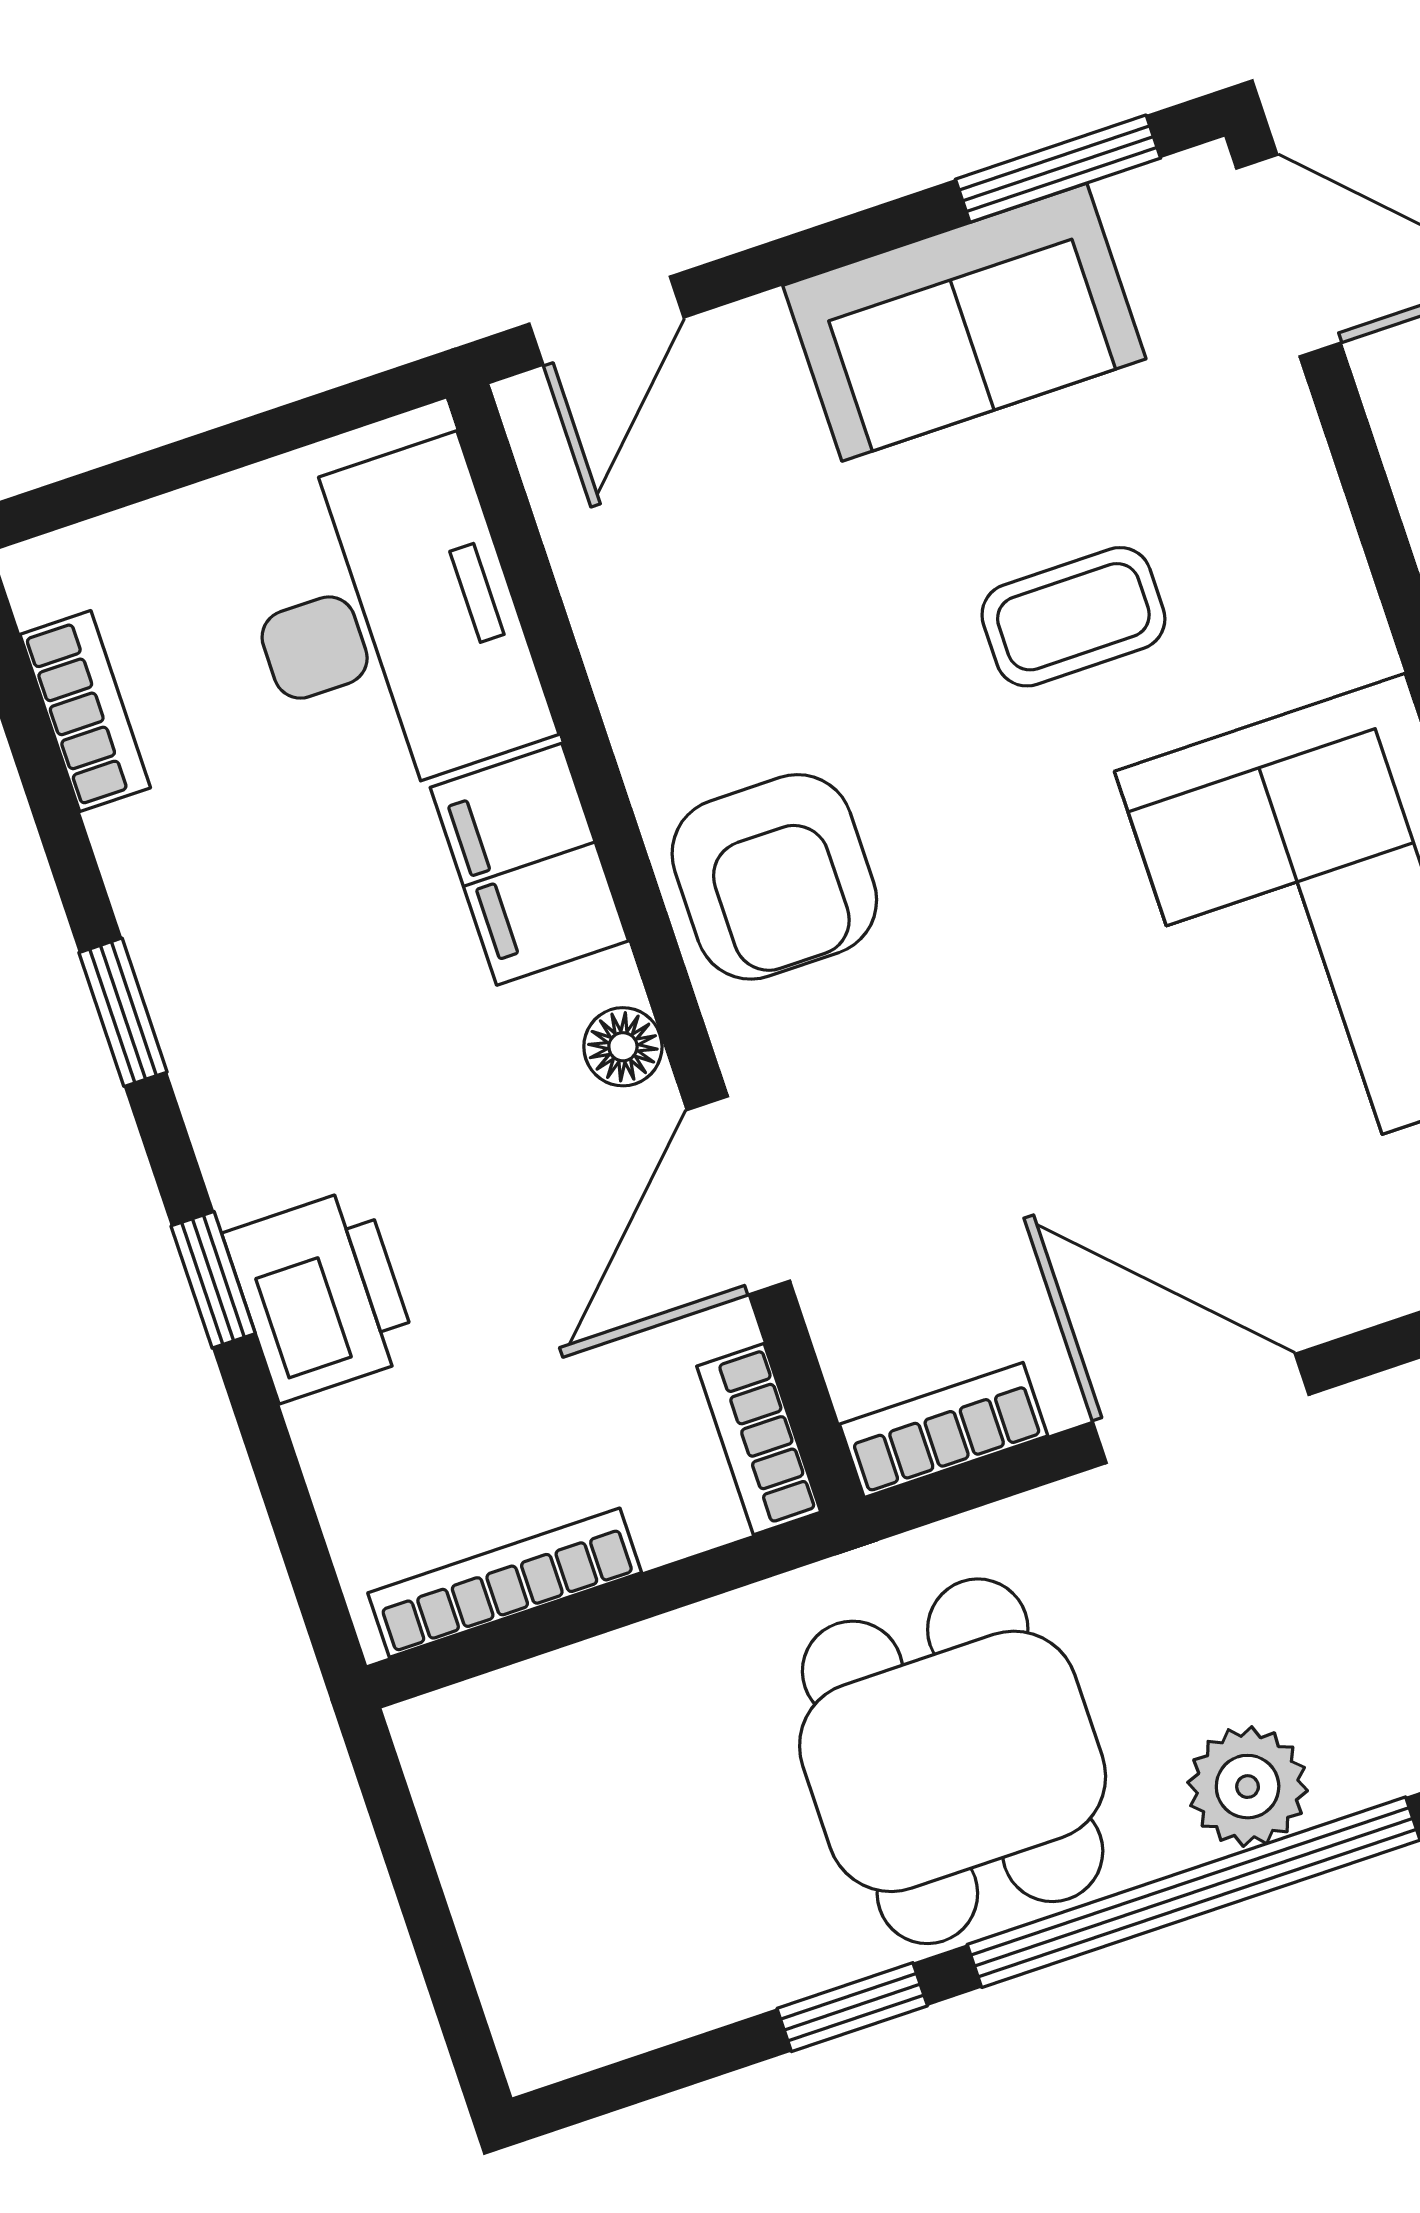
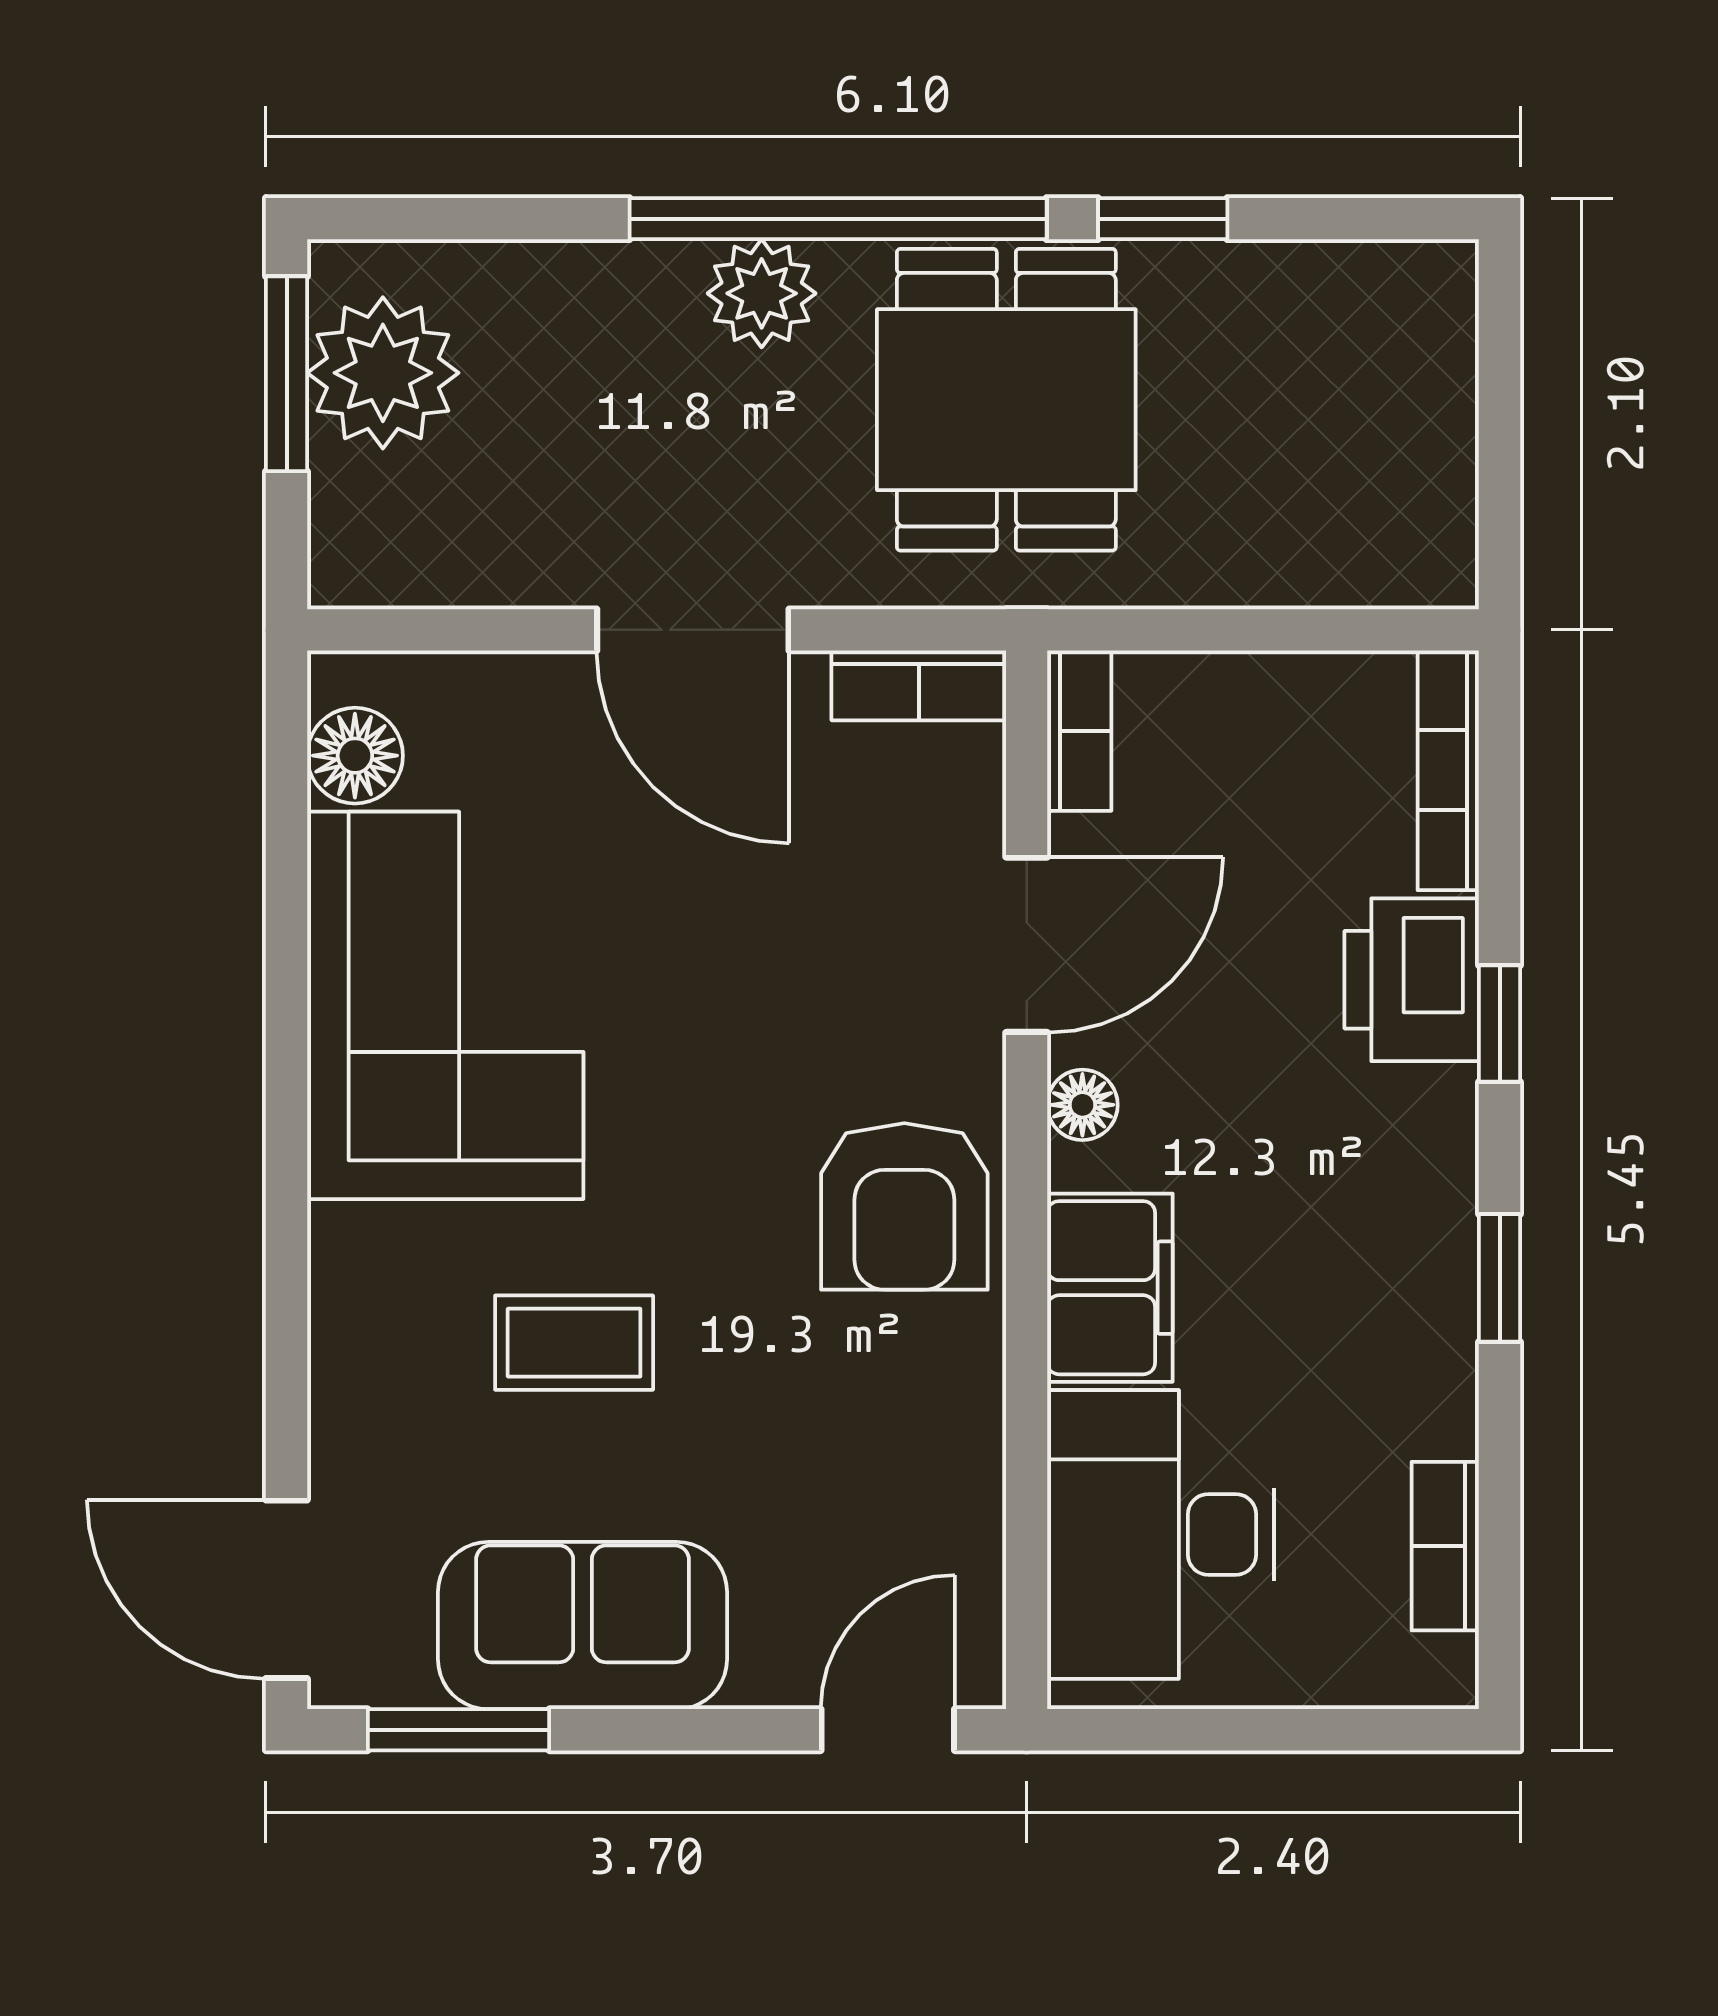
armchair: (774, 877) -> (904, 1206), turned 180
bookcase: (505, 1583) -> (1448, 770), moved, turned 90

